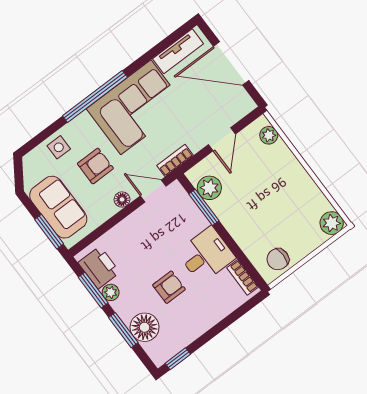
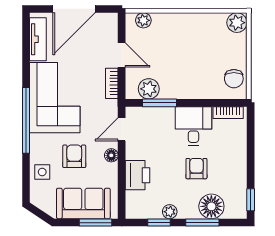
bookcase: (175, 160) -> (112, 83), moved
printer: (99, 267) -> (137, 175), moved, turned 90
window: (93, 290) -> (159, 223), width x0.67

